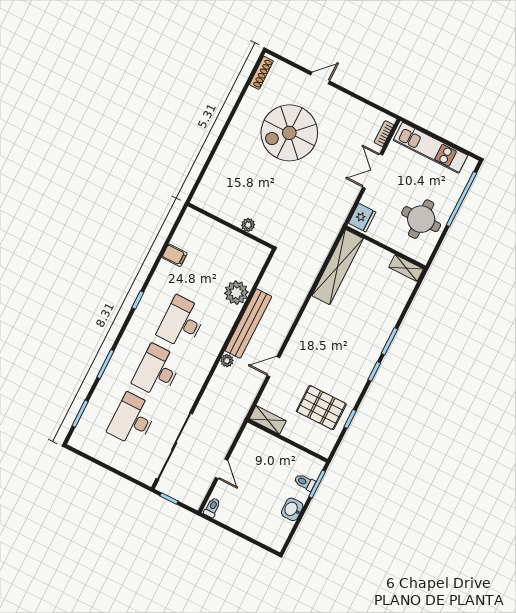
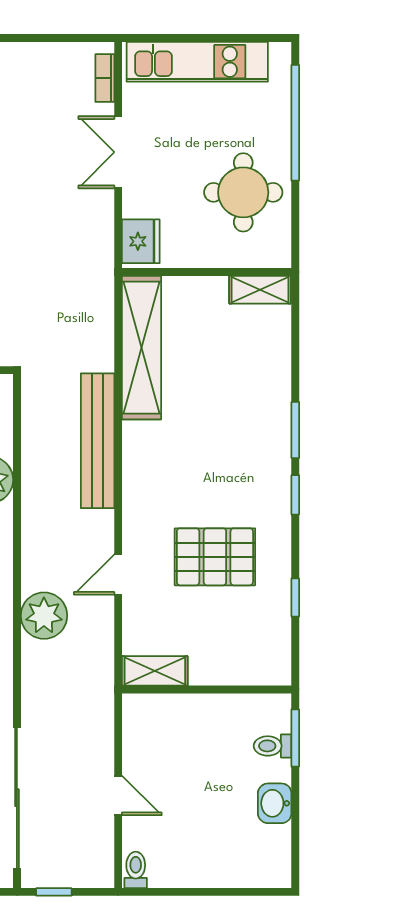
bench: (248, 324) -> (98, 441), moved
plant: (227, 361) -> (44, 616), width x1.88, depth x1.88
pallet: (321, 408) -> (215, 557), moved

